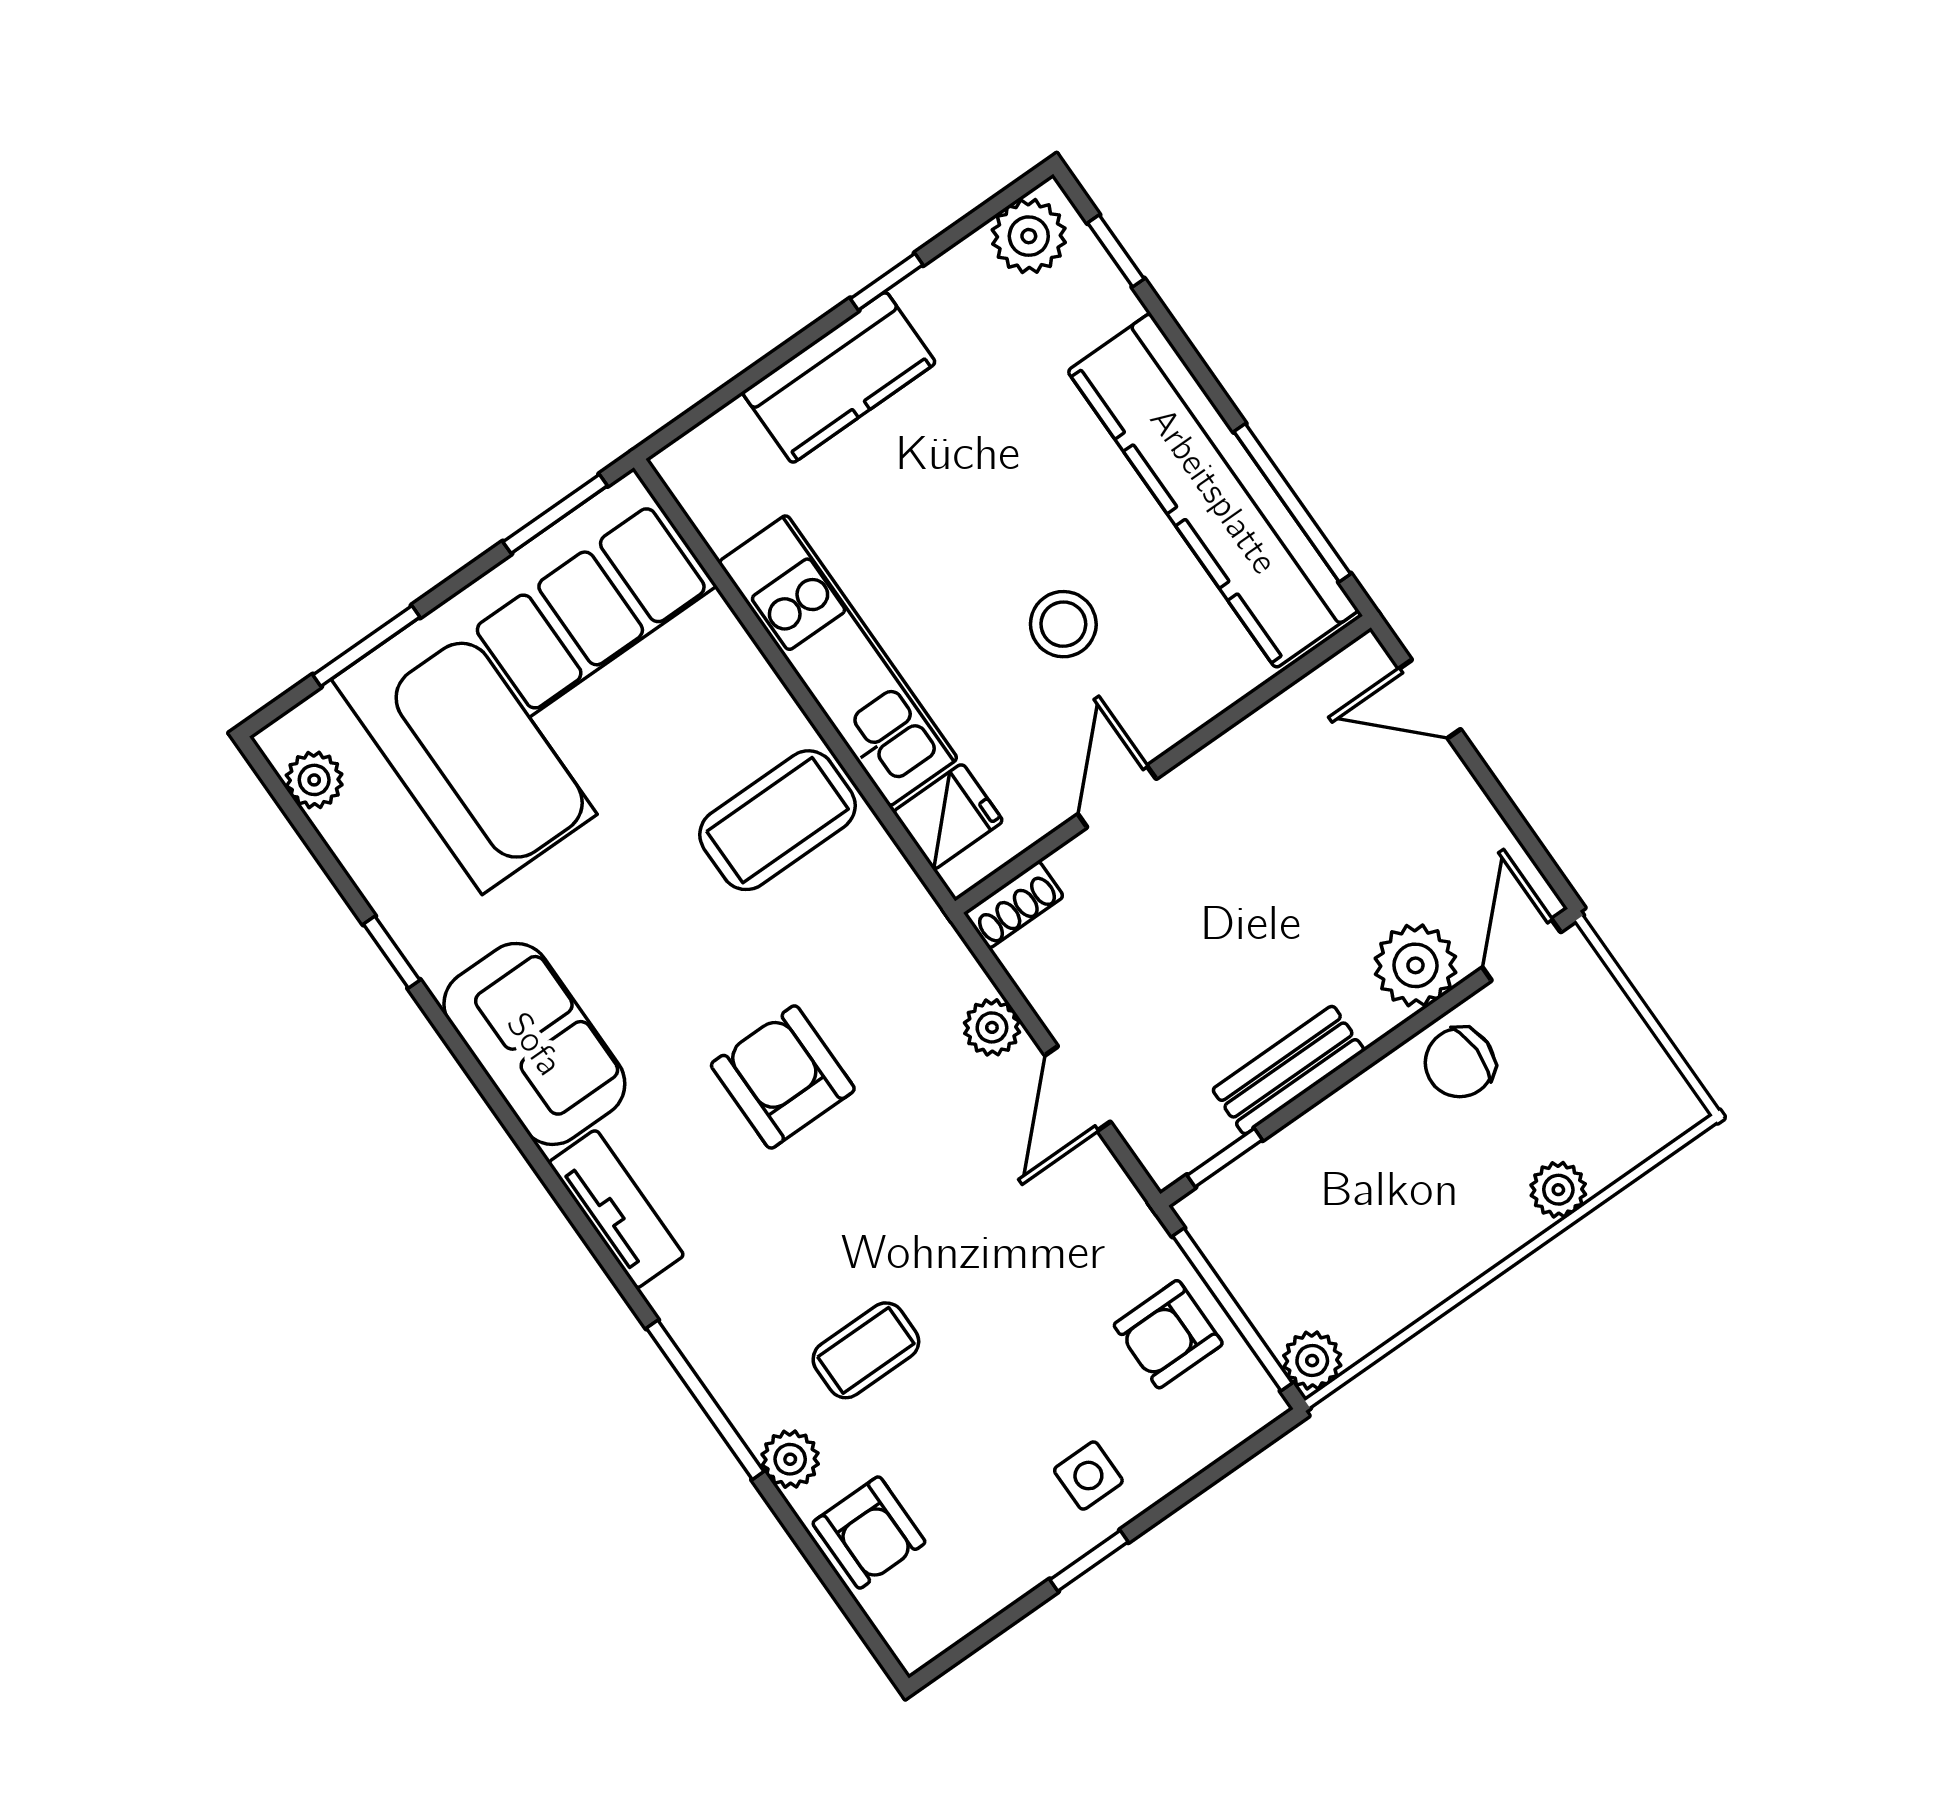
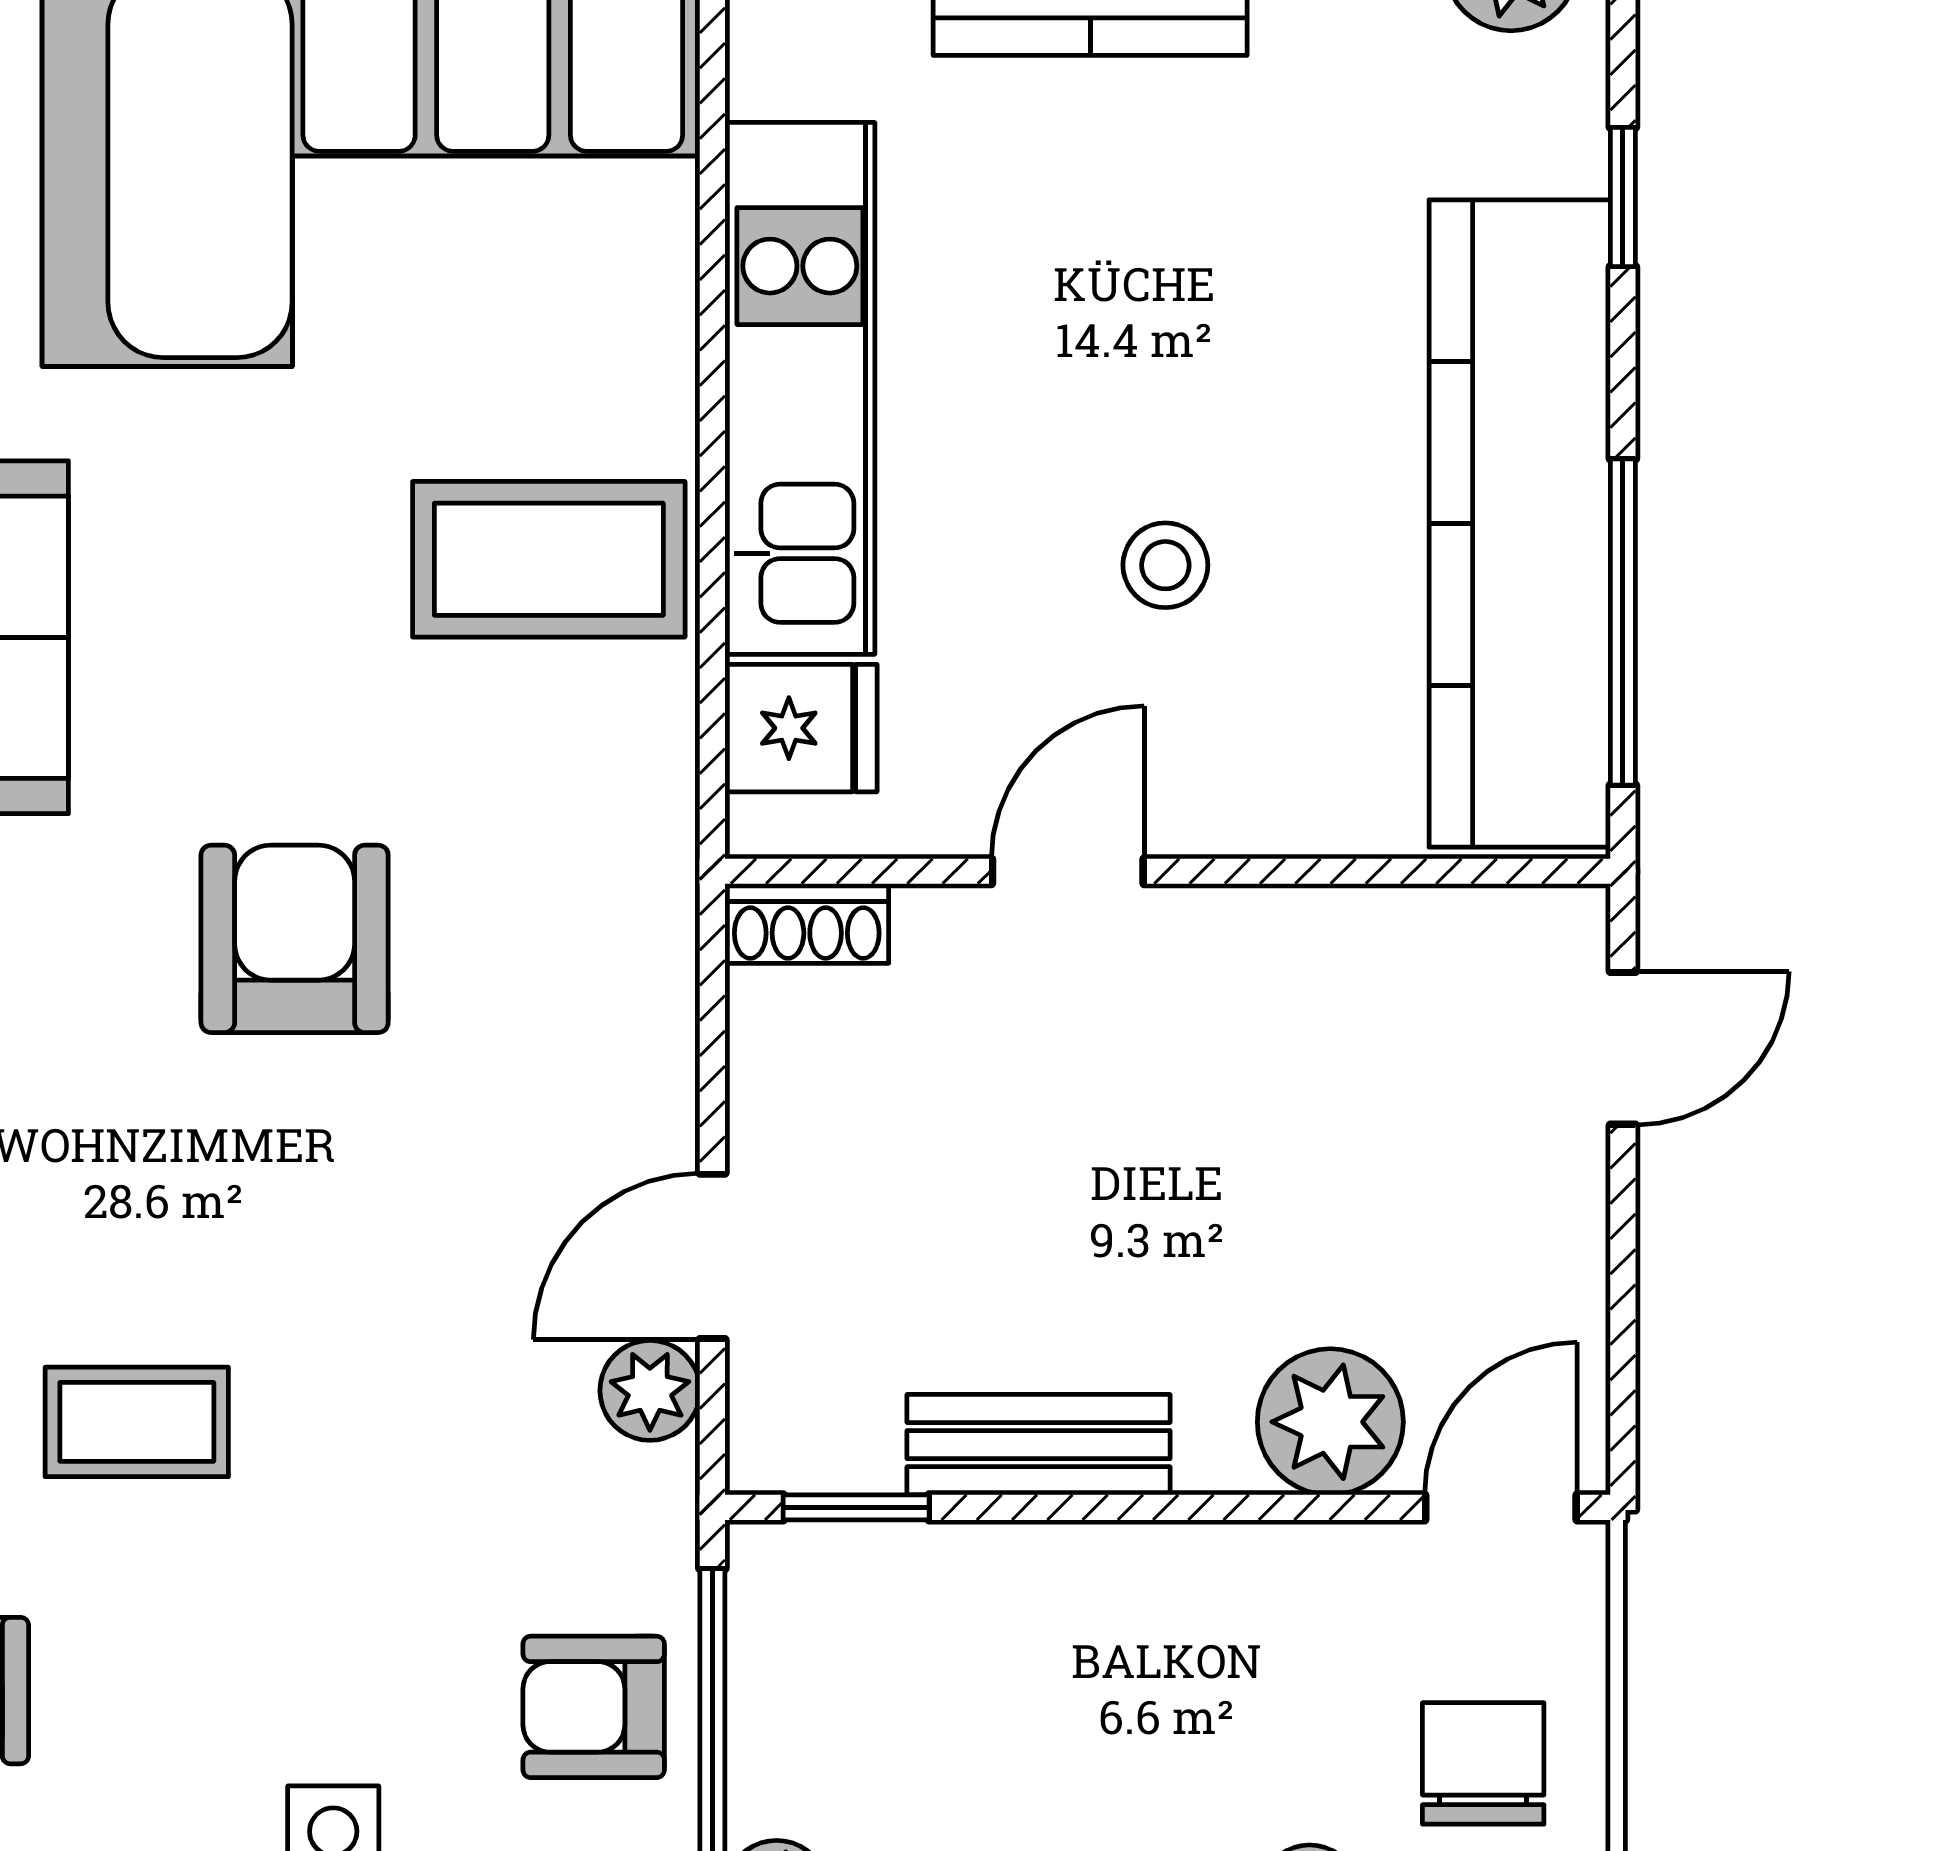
window: (1116, 251) -> (1623, 197), moved
stool: (1063, 624) -> (1165, 565), width x0.73, depth x0.73
door: (1430, 699) -> (1623, 1048), swing flipped
plant: (992, 1027) -> (650, 1390), moved
chair: (1460, 1063) -> (1483, 1763), moved, turned 91

